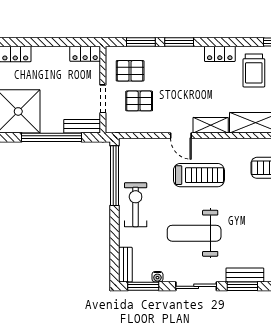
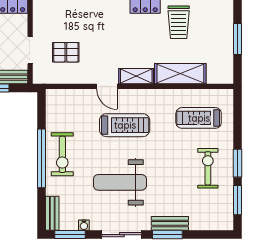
pallet: (130, 71) -> (57, 23), removed
window: (114, 176) -> (42, 158), moved
exercise bike: (136, 205) -> (62, 154), turned 180

